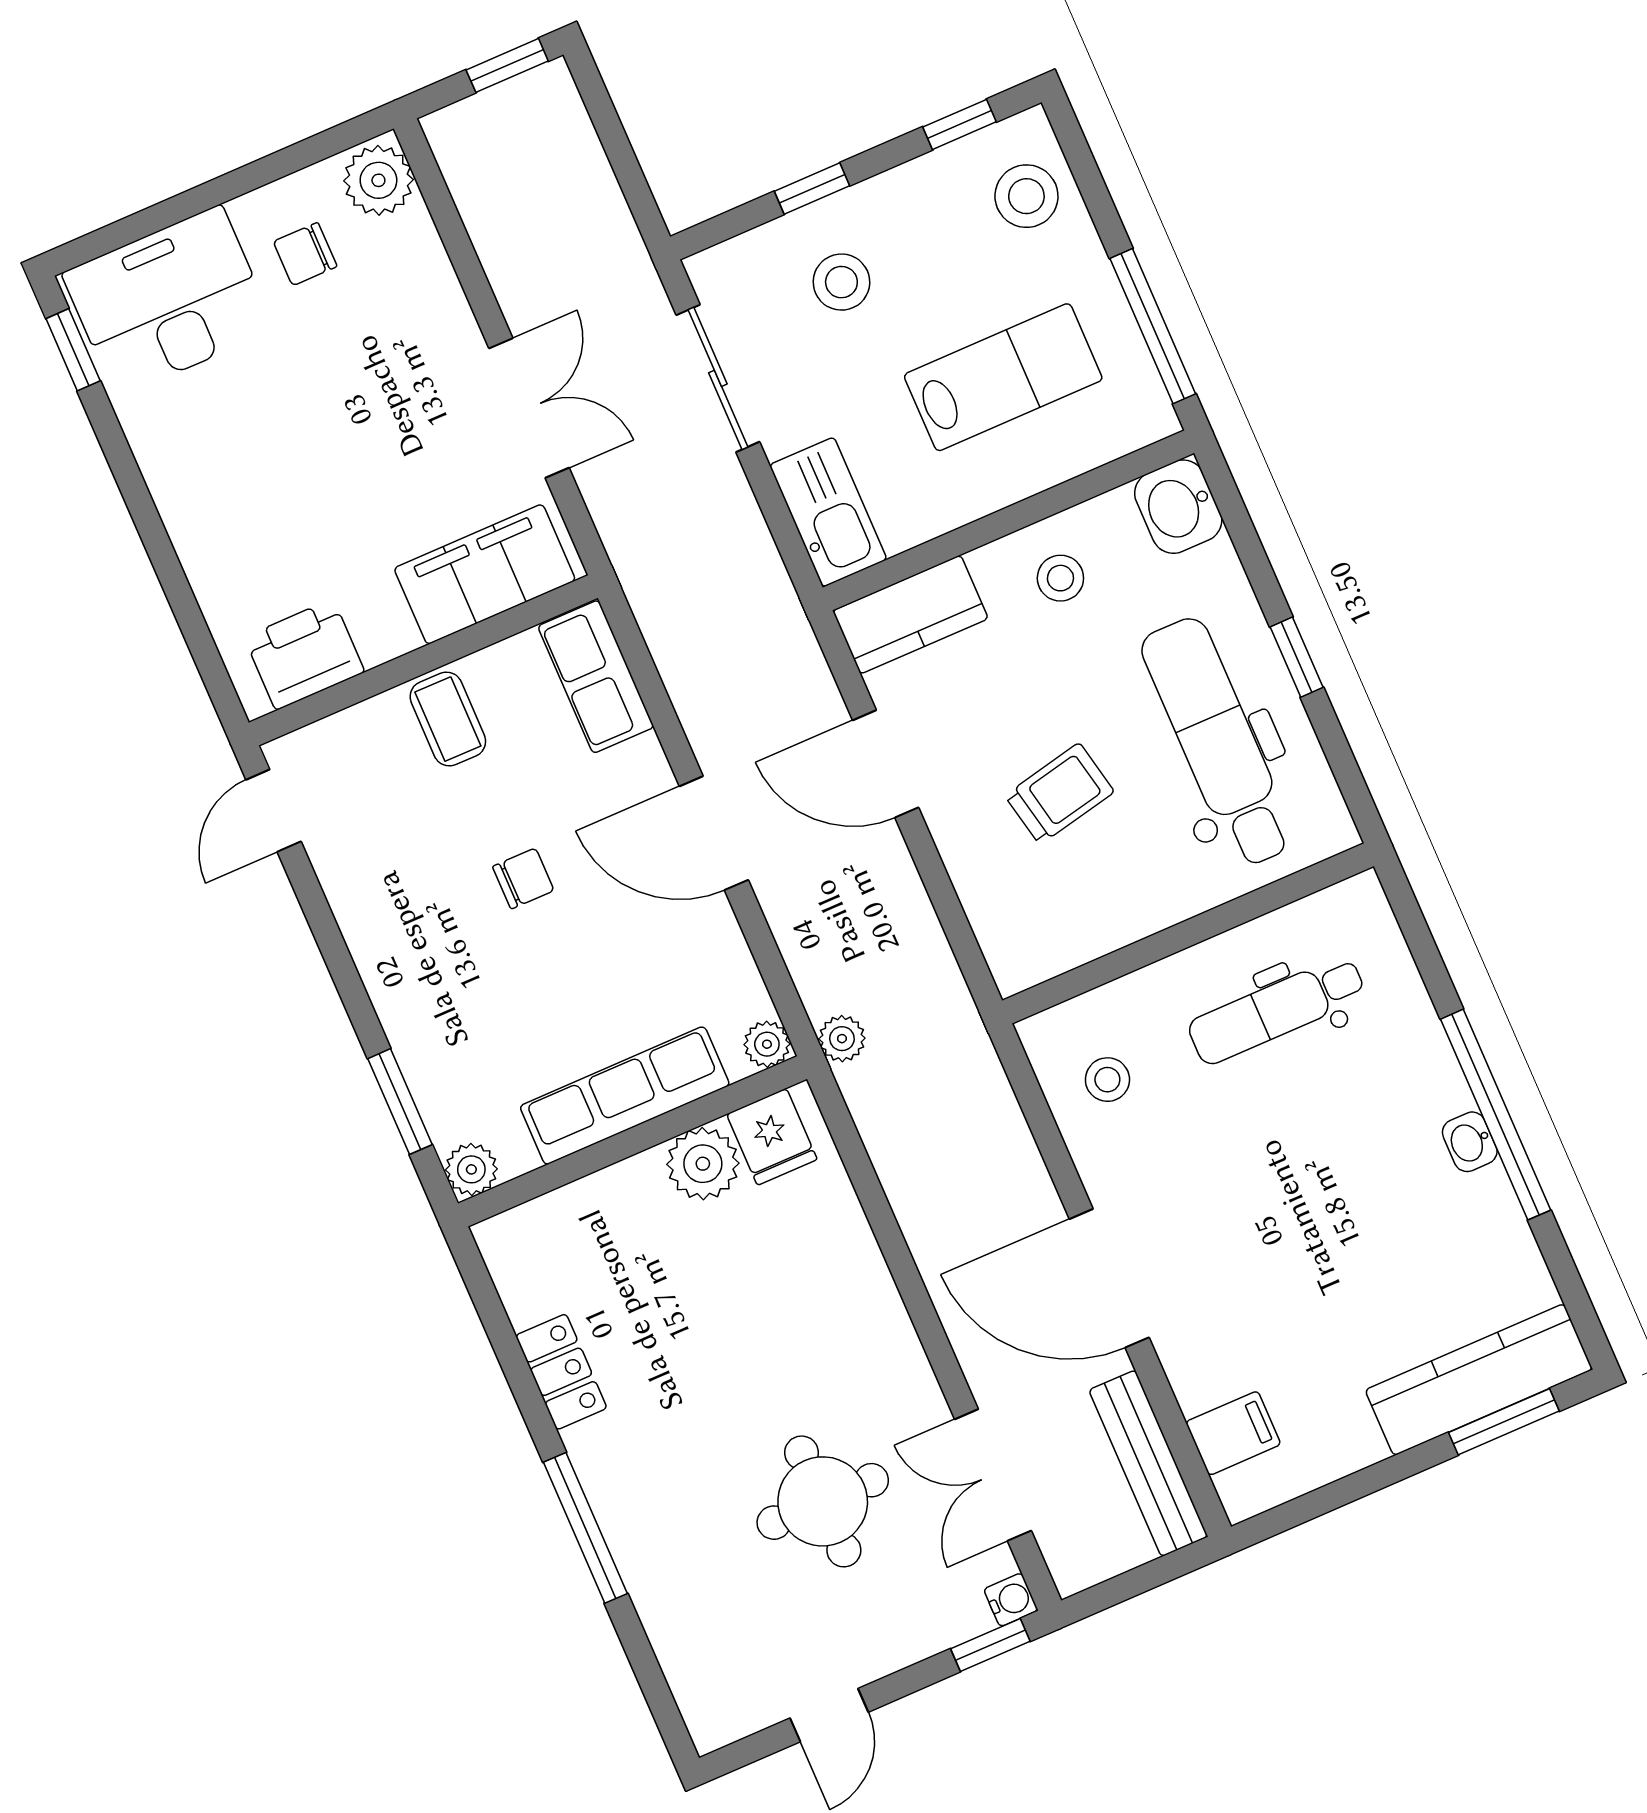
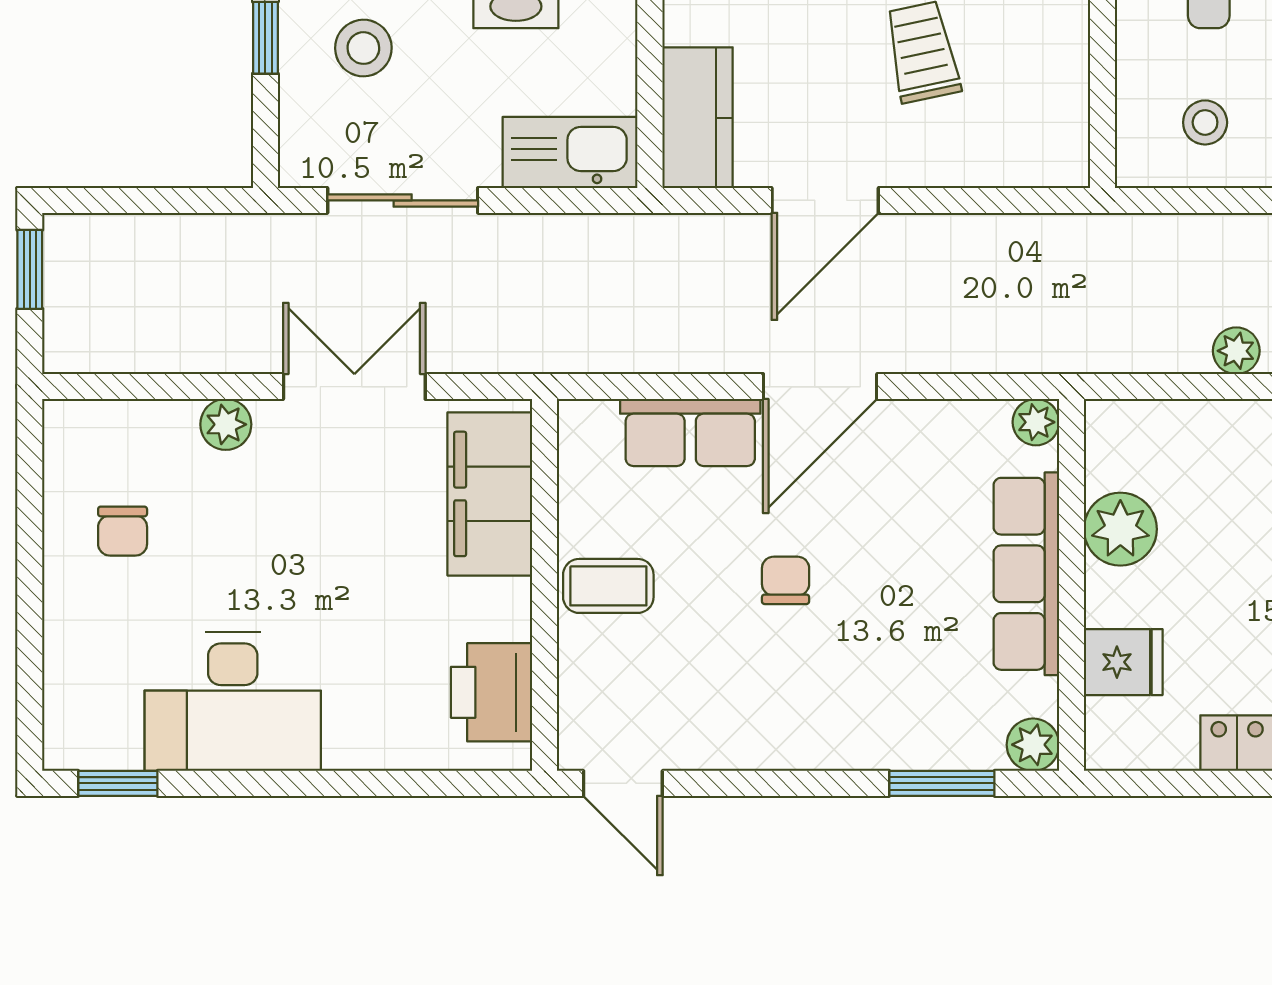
plant: (378, 180) -> (226, 424), moved, width x0.73, depth x0.73
desk: (169, 301) -> (233, 702), moved, turned -90
row of seats: (596, 677) -> (690, 432), moved
plant: (842, 1039) -> (1236, 351), moved
fridge: (772, 1137) -> (1123, 662), moved

